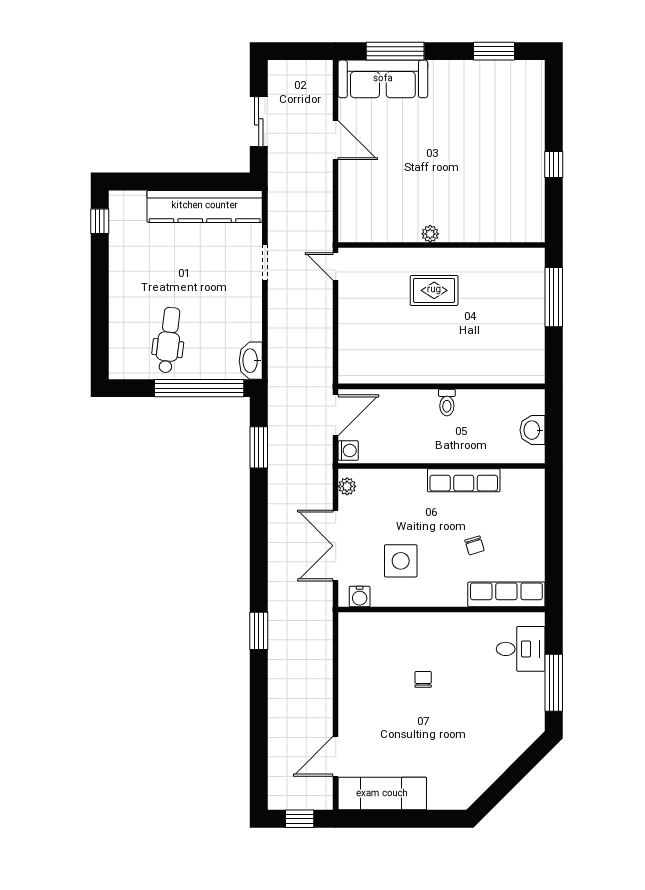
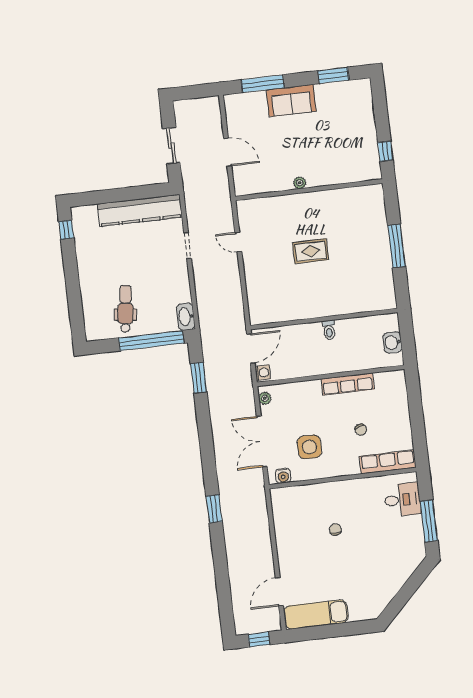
sofa: (383, 79) -> (291, 101), moved, width x0.73
plant: (430, 234) -> (300, 183), moved
wall: (442, 245) -> (309, 190), moved

